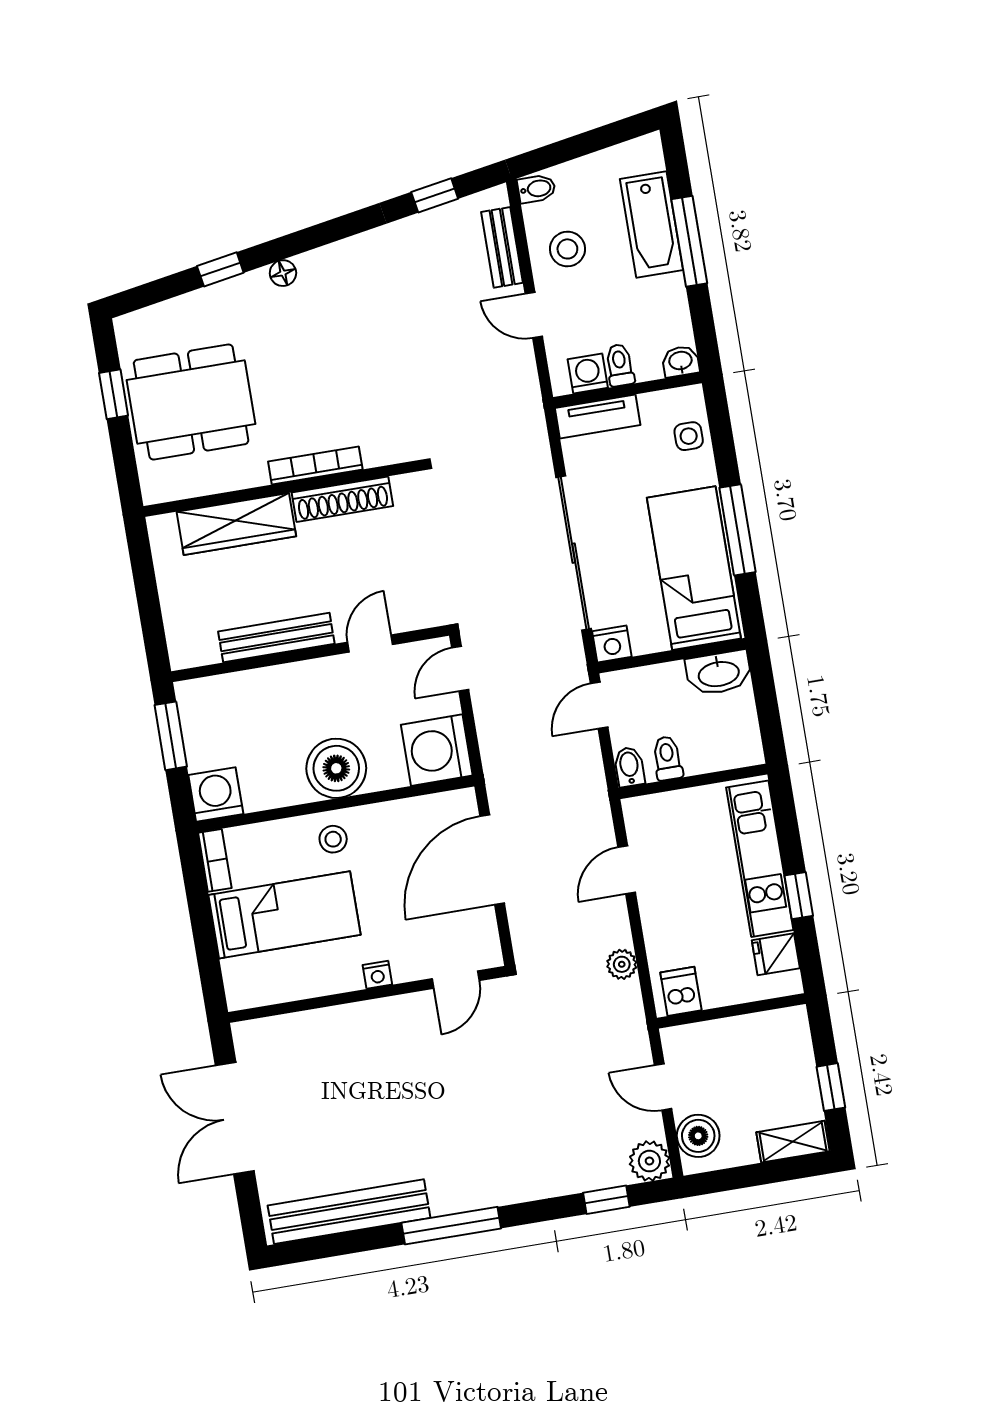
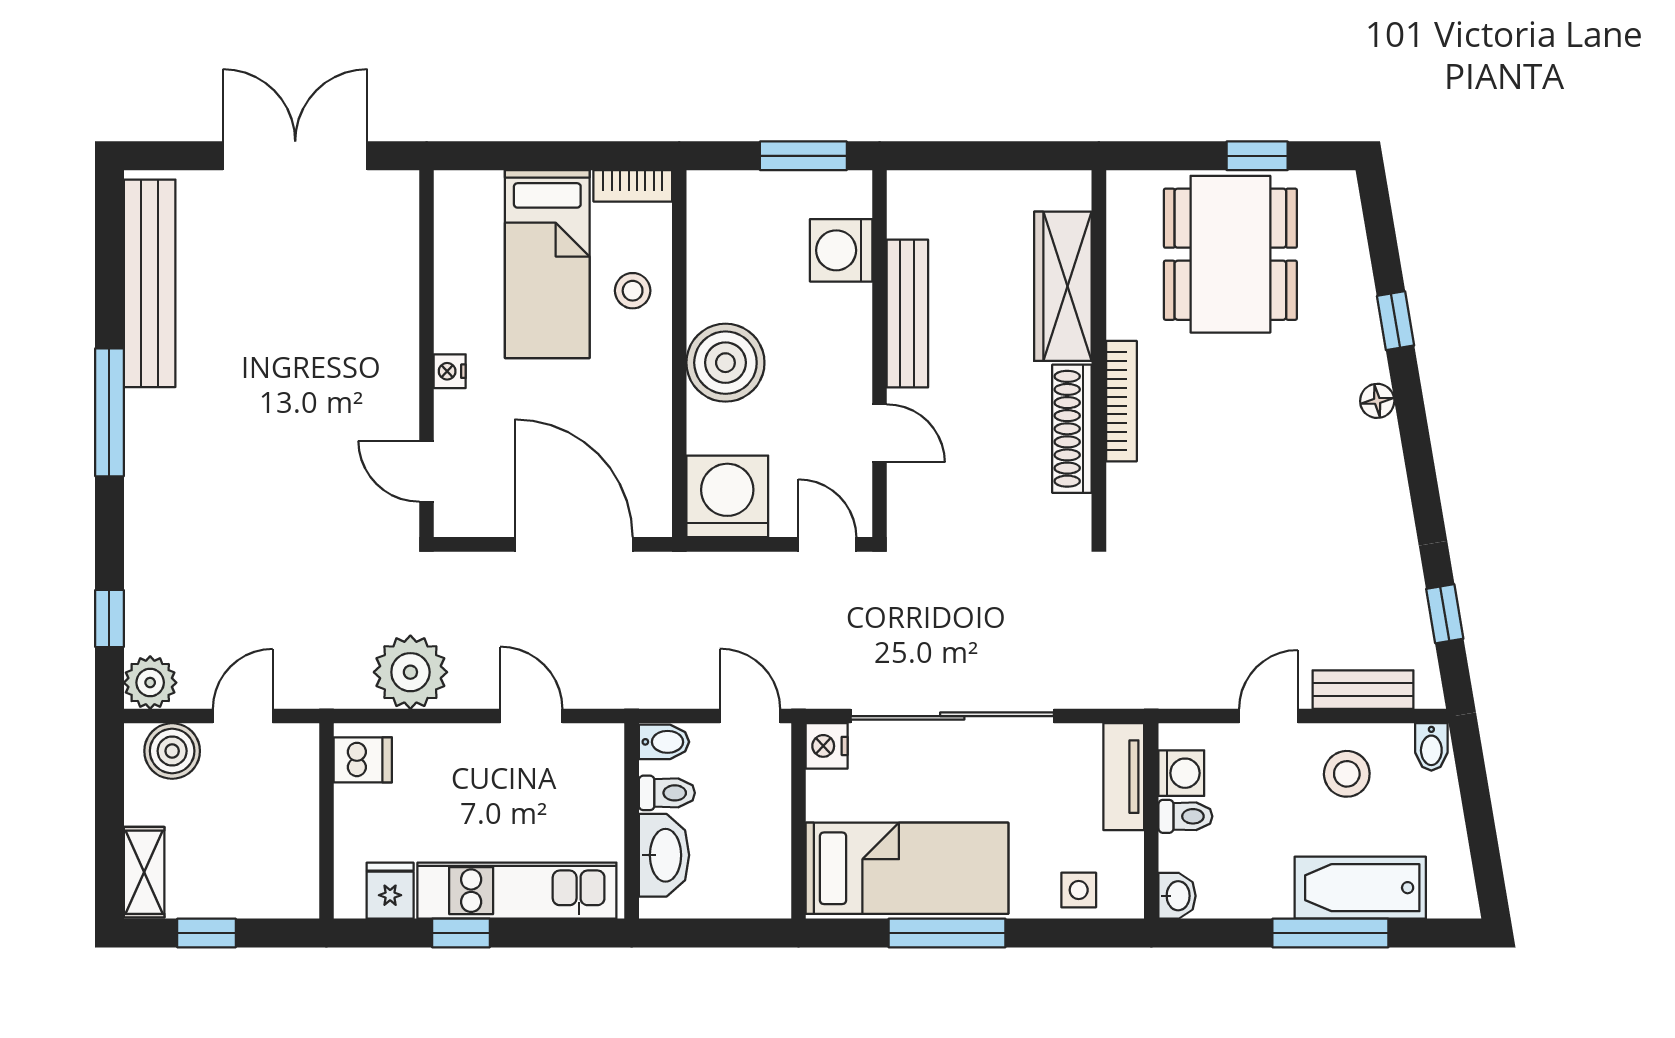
washbasin: (719, 673) -> (664, 855), moved, turned 180
washing machine: (216, 795) -> (841, 250), moved, turned 180
stool: (333, 839) -> (633, 291), moved
plant: (622, 964) -> (410, 672), width x1.88, depth x1.88

